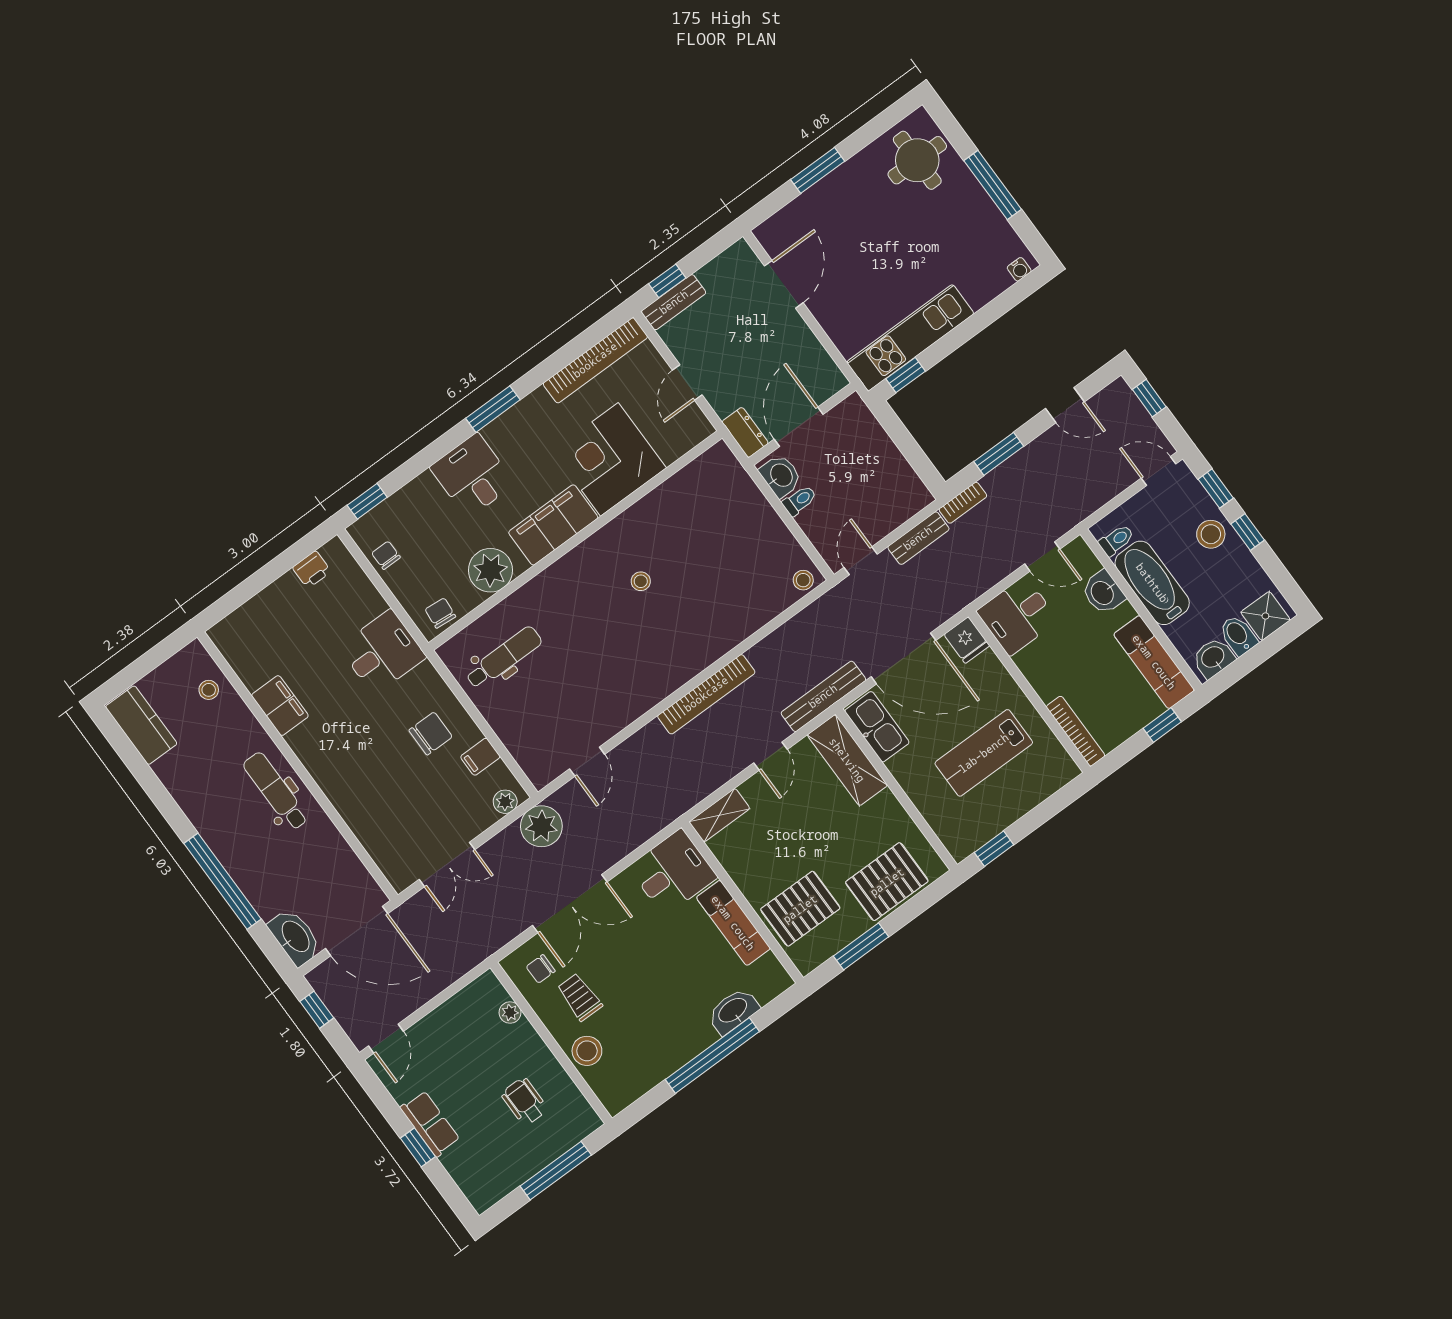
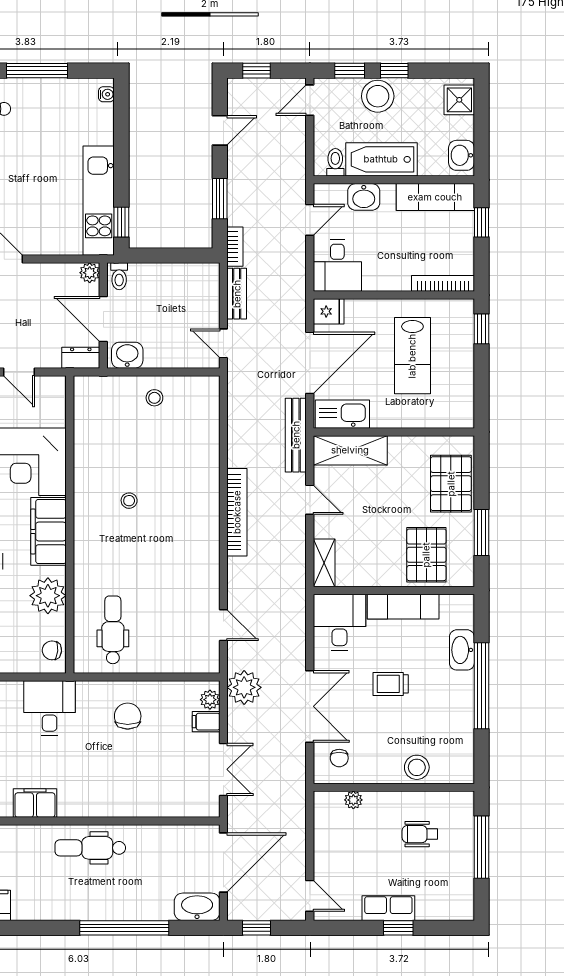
plant: (834, 380) -> (90, 273), added
toilet: (799, 500) -> (119, 276), moved, turned 180
stool: (1211, 534) -> (378, 96), width x1.38, depth x1.38
stool: (803, 580) -> (154, 398), moved
bidet: (1238, 635) -> (459, 128), removed
filing cabinet: (480, 757) -> (206, 722), moved, turned 90
window: (994, 849) -> (482, 329), moved
trolley: (580, 997) -> (391, 684), moved

